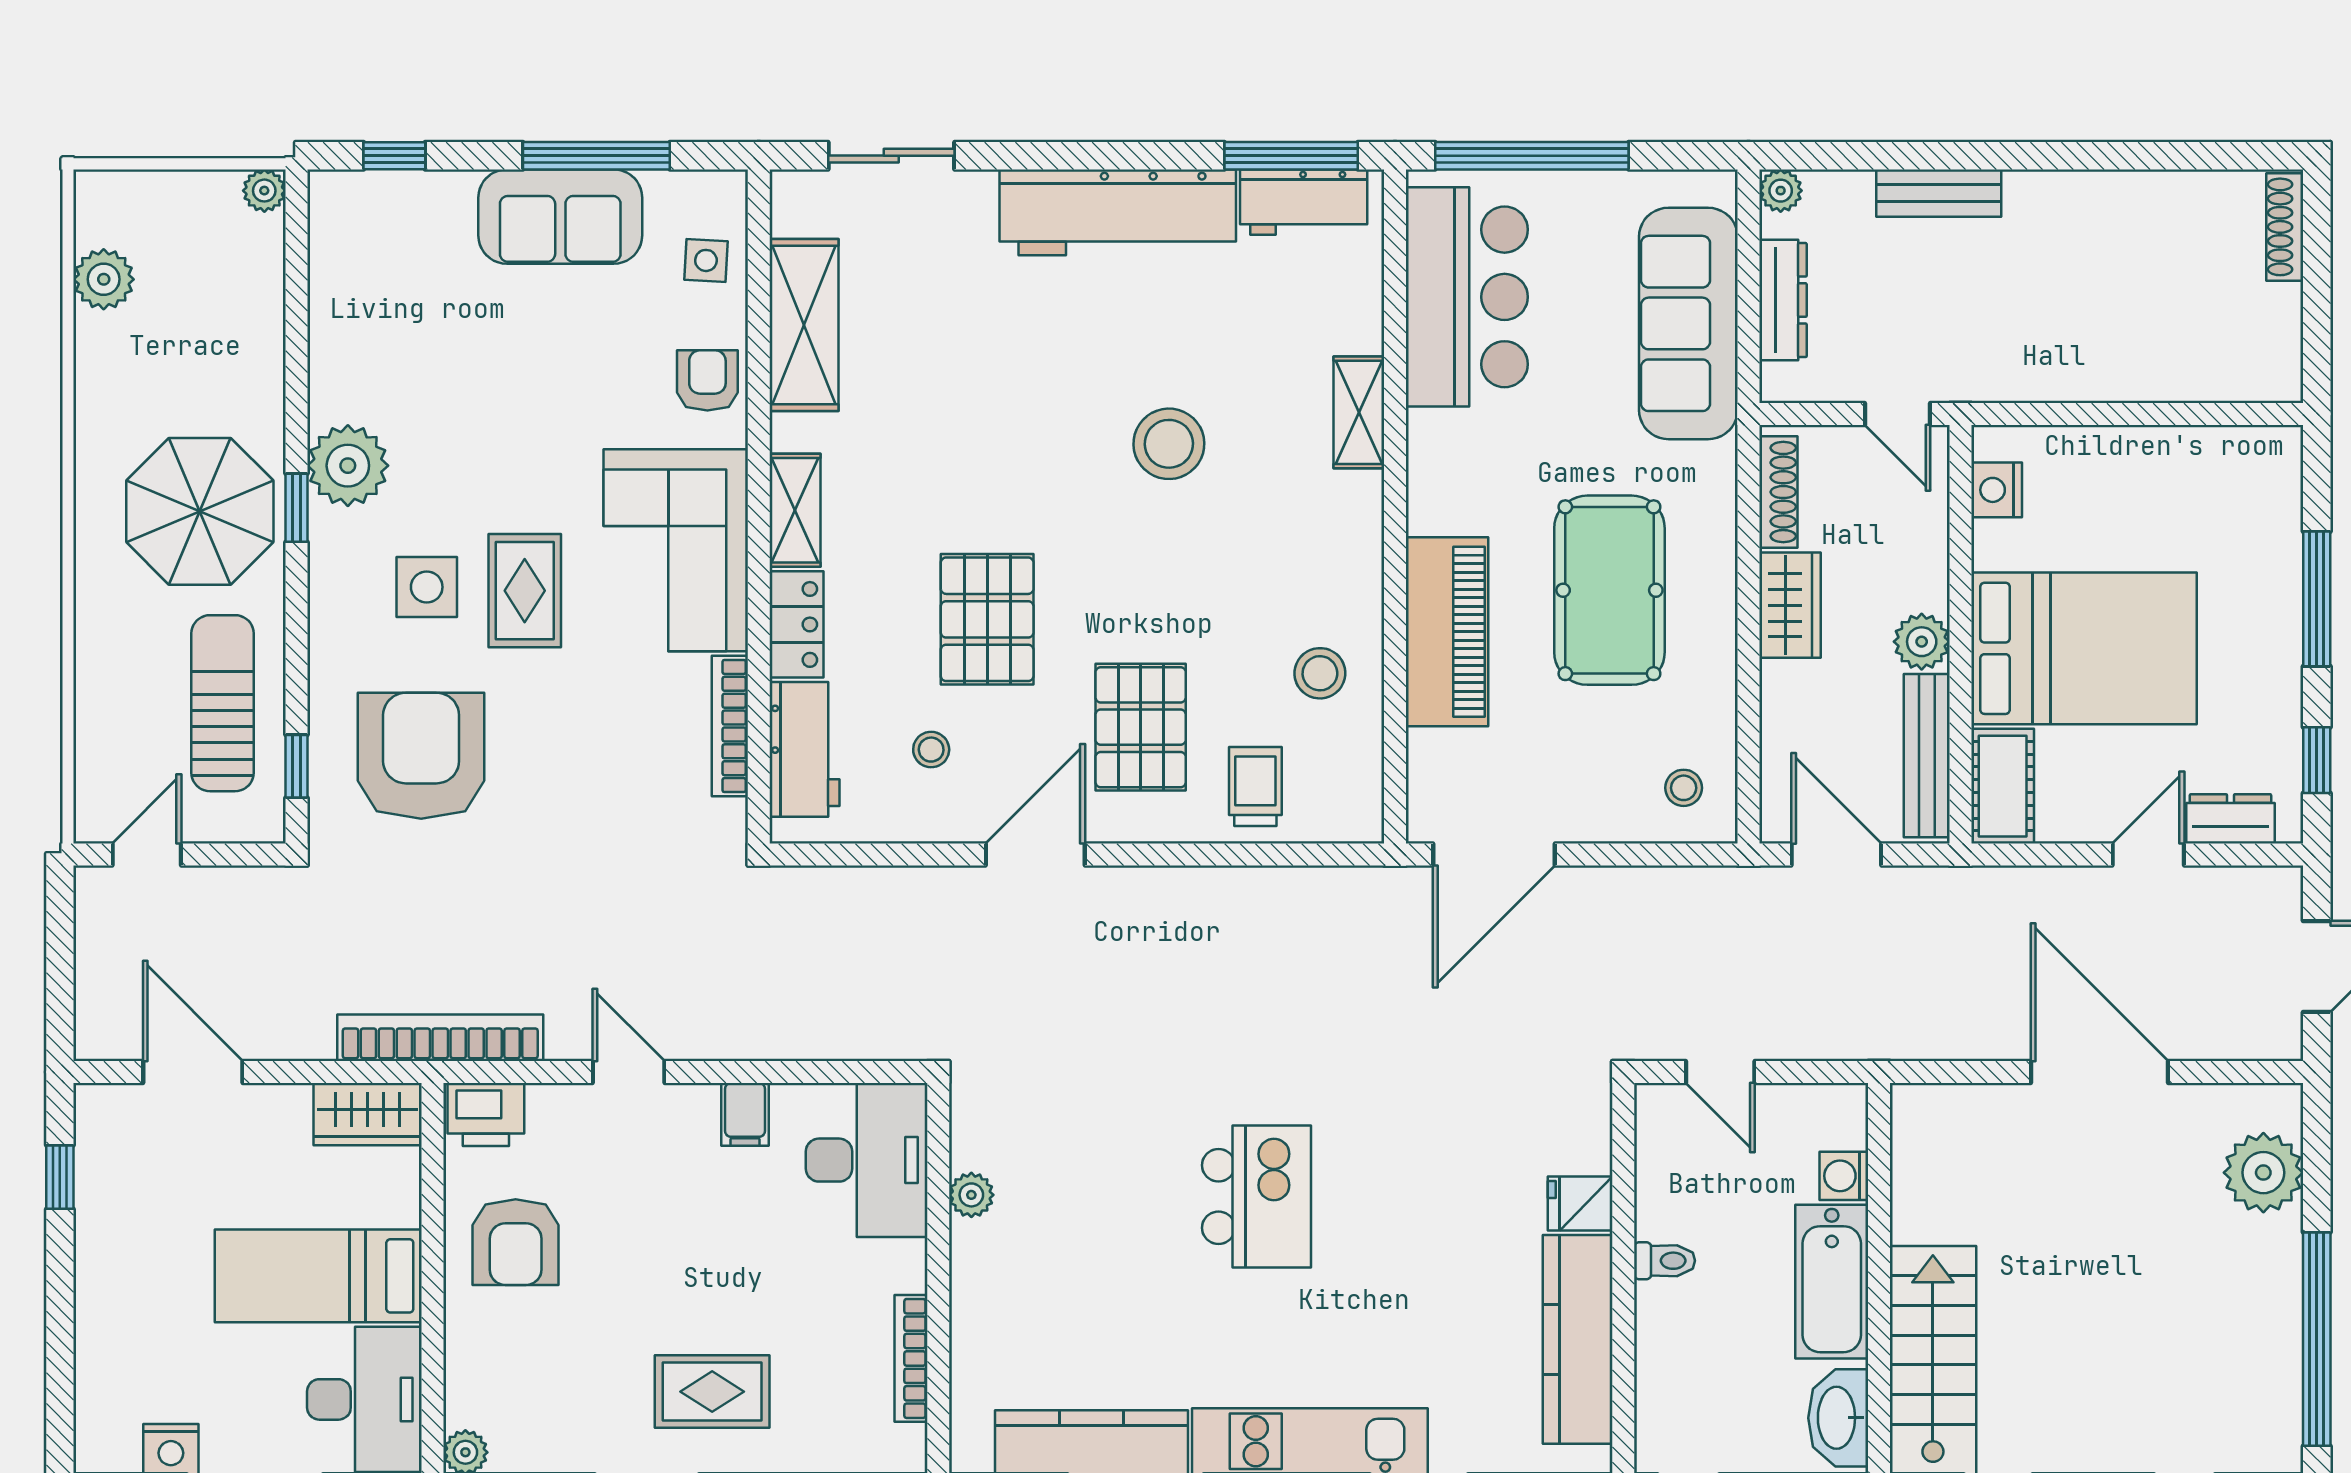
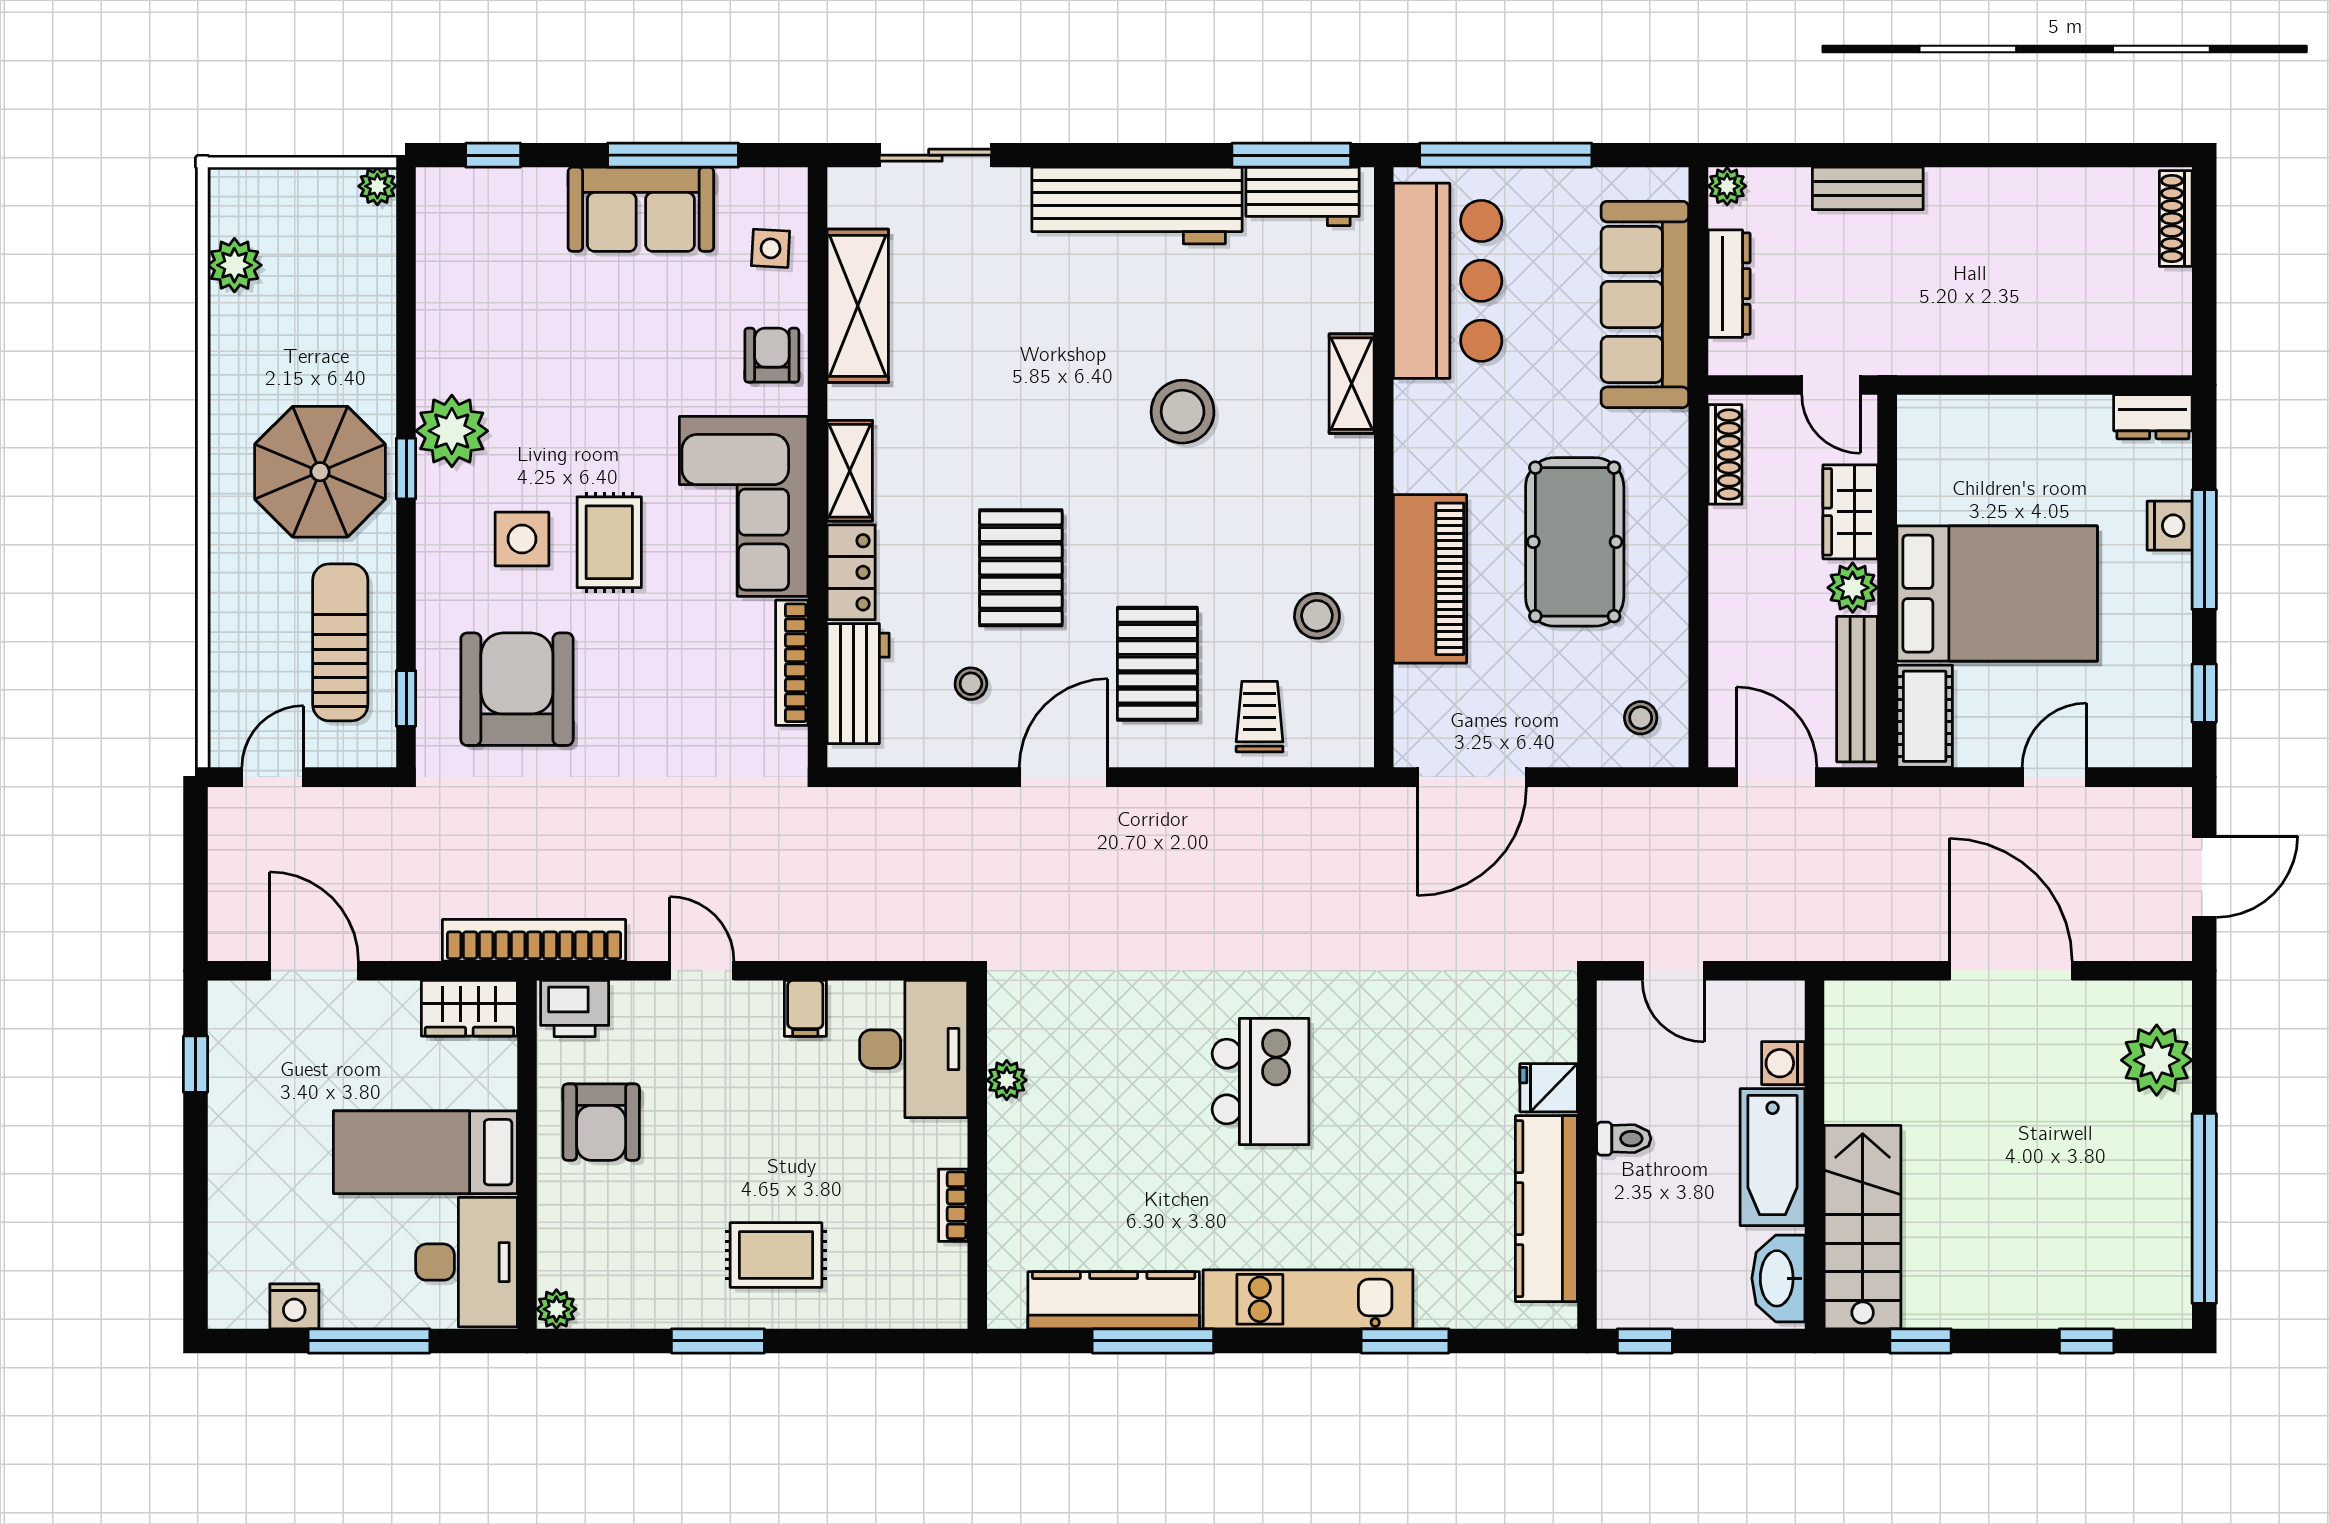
nightstand: (1997, 490) -> (2170, 526), moved, turned 180
wardrobe: (1790, 605) -> (1850, 512), moved, turned 180
dresser: (2230, 819) -> (2153, 417), moved, turned 180
bookcase: (911, 1358) -> (953, 1205), width x0.64

